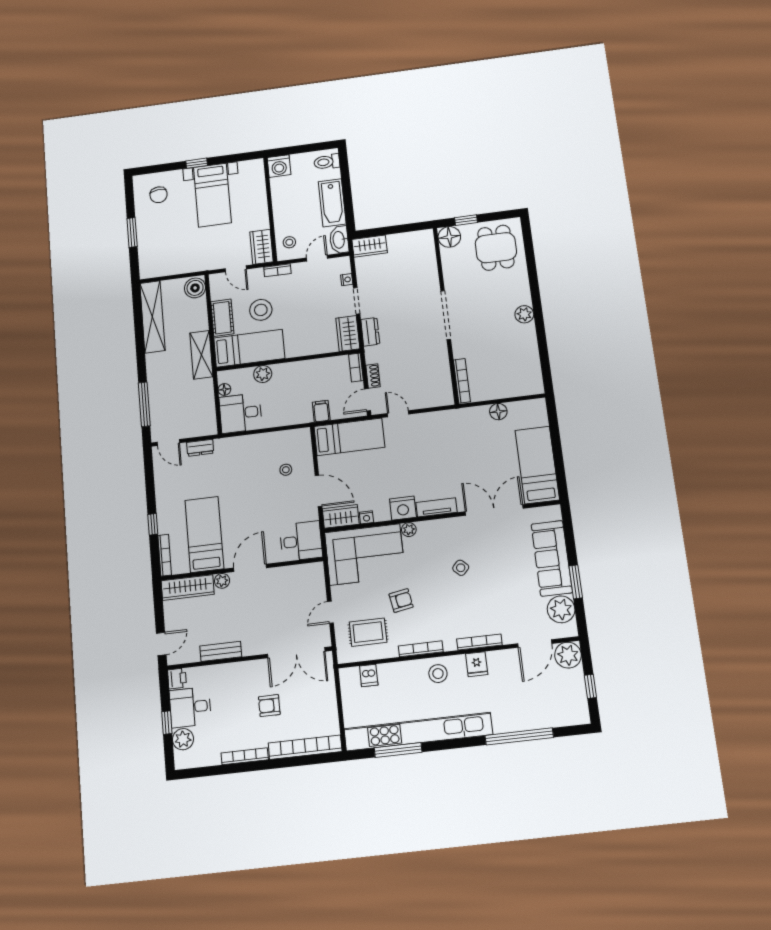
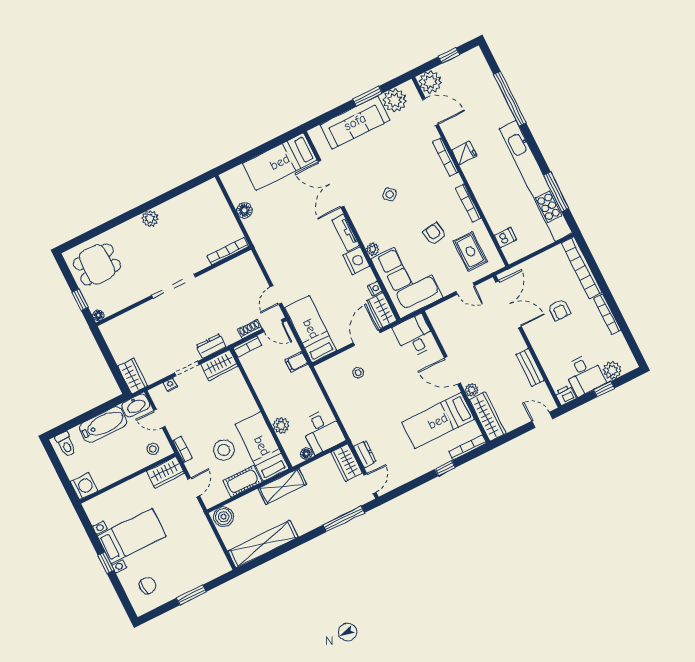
floor lamp: (449, 237) -> (98, 315), width x0.53, depth x0.53
wardrobe: (199, 427) -> (347, 463), added
stool: (438, 674) -> (483, 182), removed

